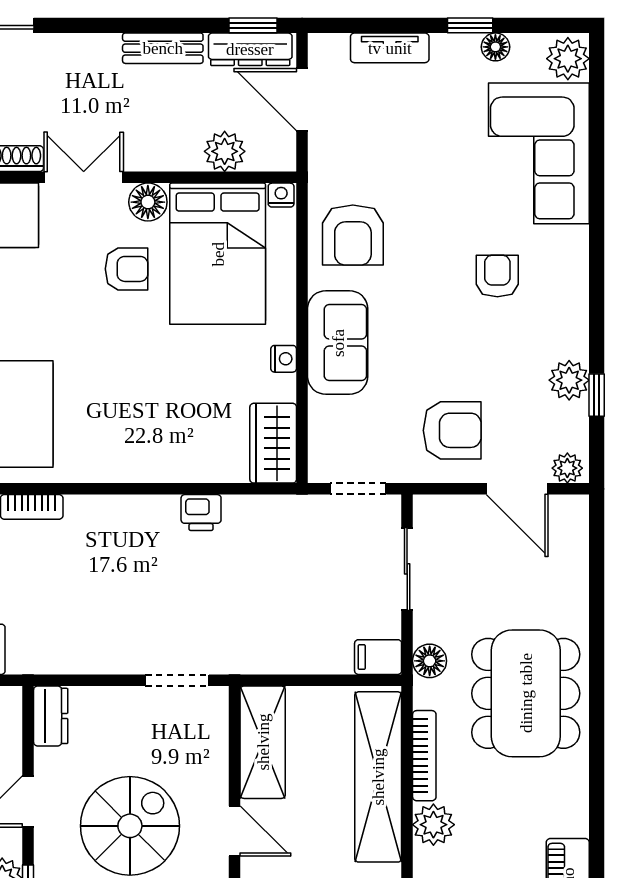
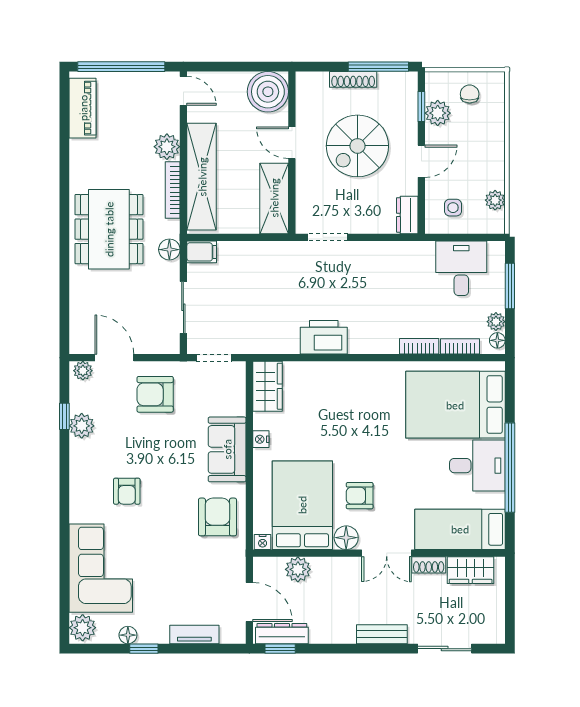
bench: (163, 48) -> (382, 634), moved
printer: (201, 513) -> (324, 337), width x1.87, depth x1.48

